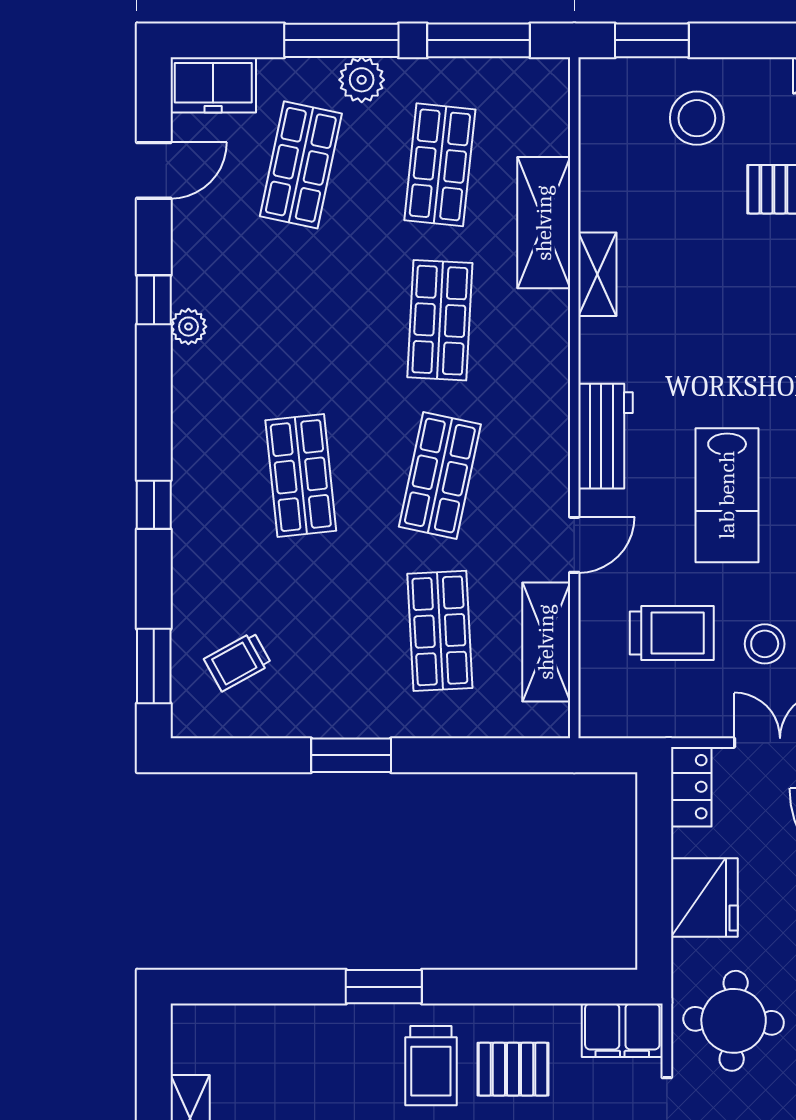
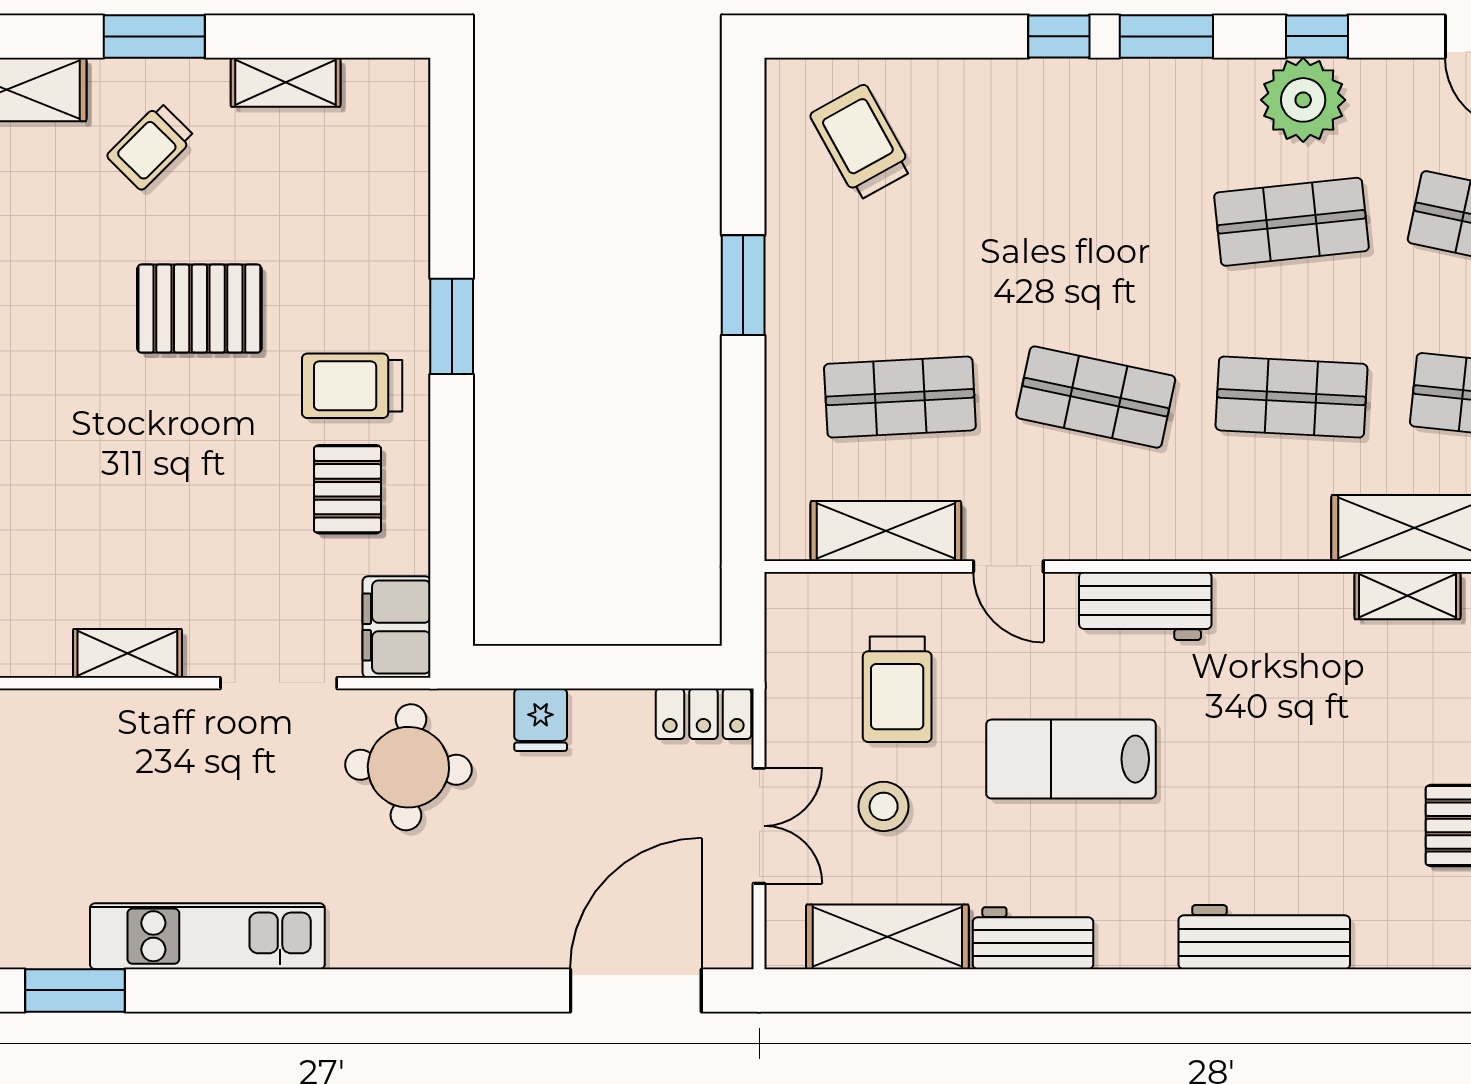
shelving: (597, 274) -> (1407, 596), moved
plant: (188, 327) -> (1303, 100), width x1.87, depth x1.87
shop shelf: (301, 476) -> (1291, 222), moved
trolley: (238, 662) -> (861, 142), width x1.36, depth x1.39
window: (154, 666) -> (1166, 36), moved
fridge: (704, 898) -> (541, 720), width x0.53, depth x0.75

